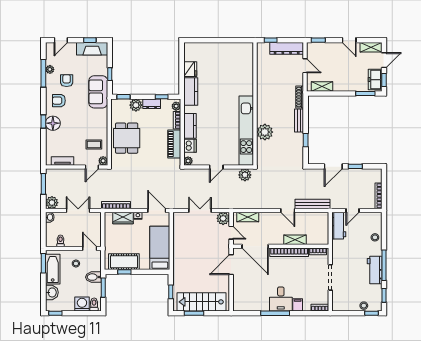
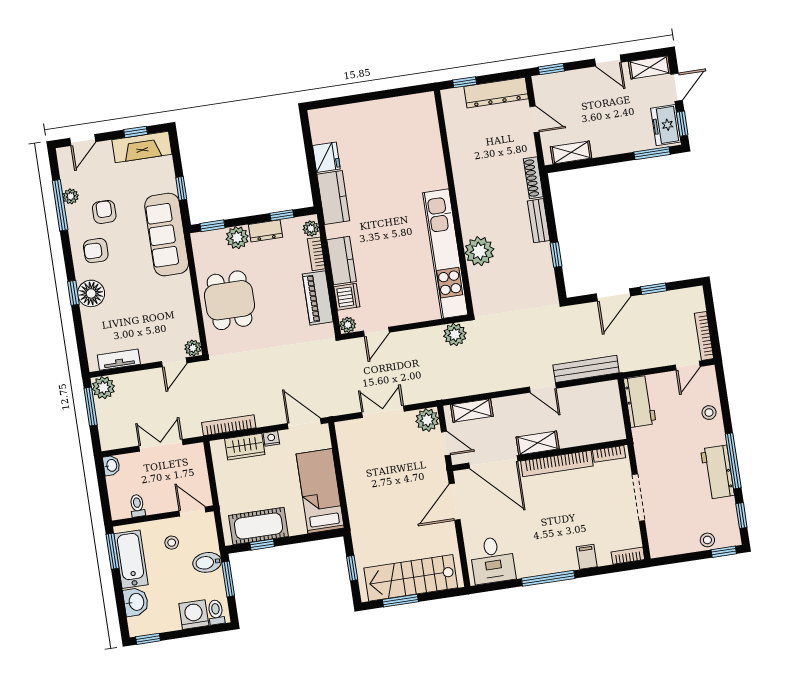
sofa: (98, 92) -> (167, 235), width x1.36
coffee table: (94, 145) -> (172, 321), removed
door: (216, 167) -> (376, 332), moved
plant: (52, 203) -> (103, 388), moved
door: (352, 210) -> (688, 366), moved
shelving: (295, 240) -> (538, 443), moved
desk: (281, 299) -> (493, 560), moved

